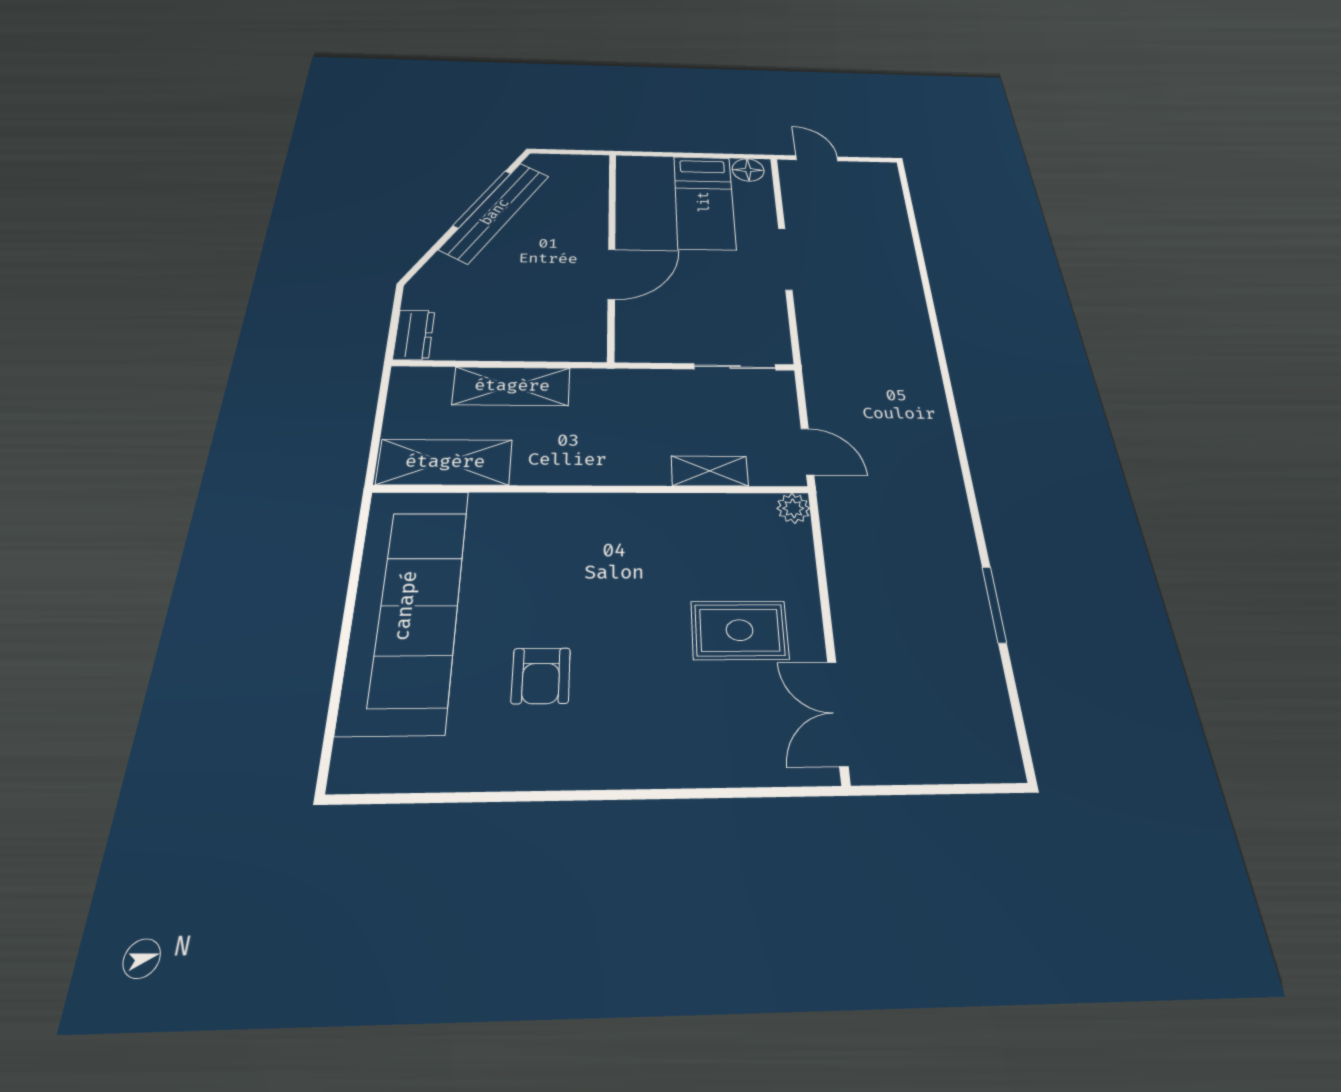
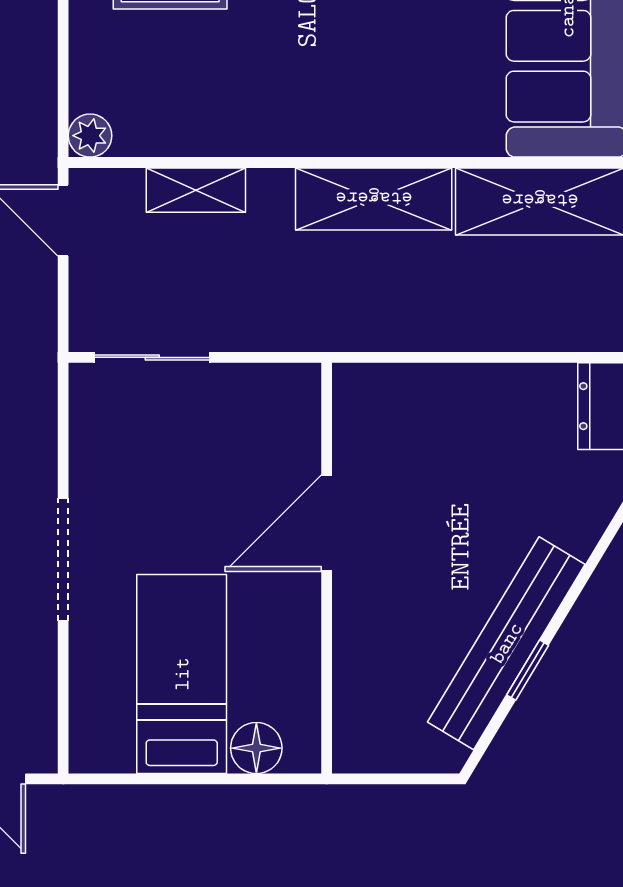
floor lamp: (748, 170) -> (256, 748), moved
window: (482, 199) -> (528, 670), width x0.46
shelving: (512, 386) -> (374, 199), moved

